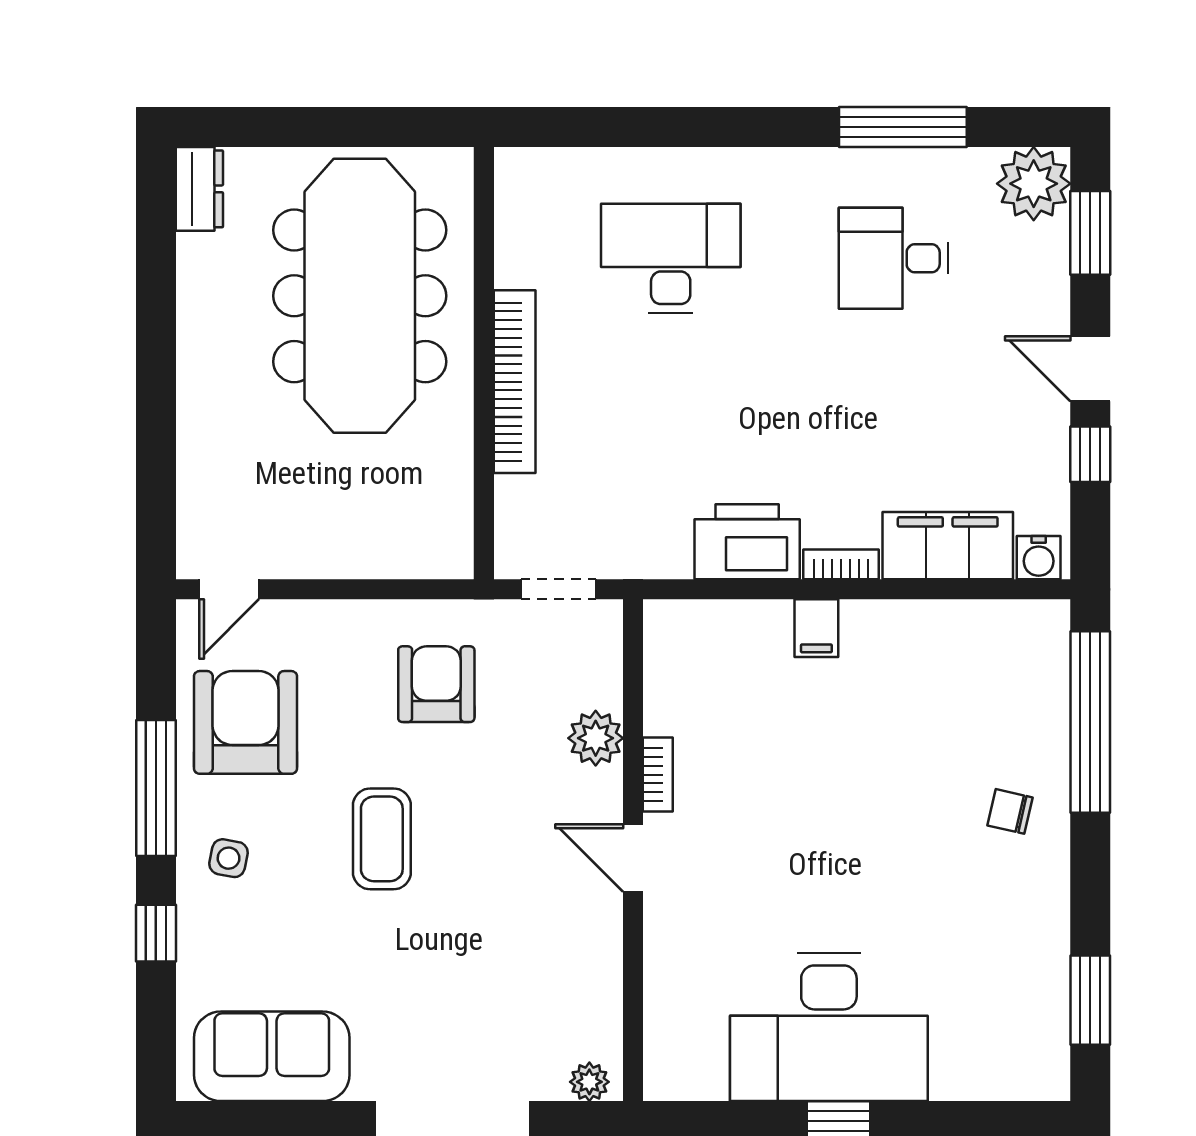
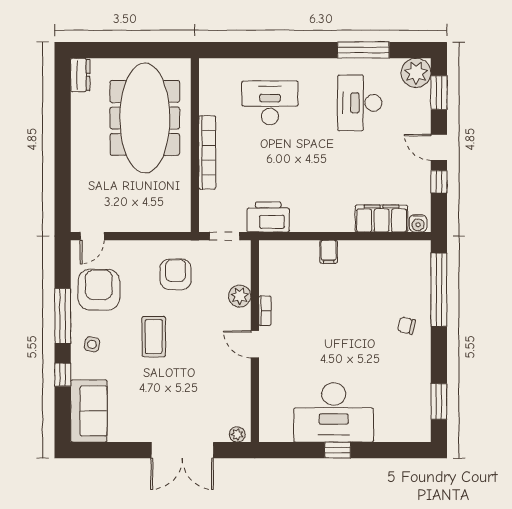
desk: (894, 258) -> (360, 103), width x1.37
printer: (747, 542) -> (268, 217), moved
bookcase: (841, 564) -> (339, 226), removed
sofa: (272, 1056) -> (89, 411), moved, turned 90

